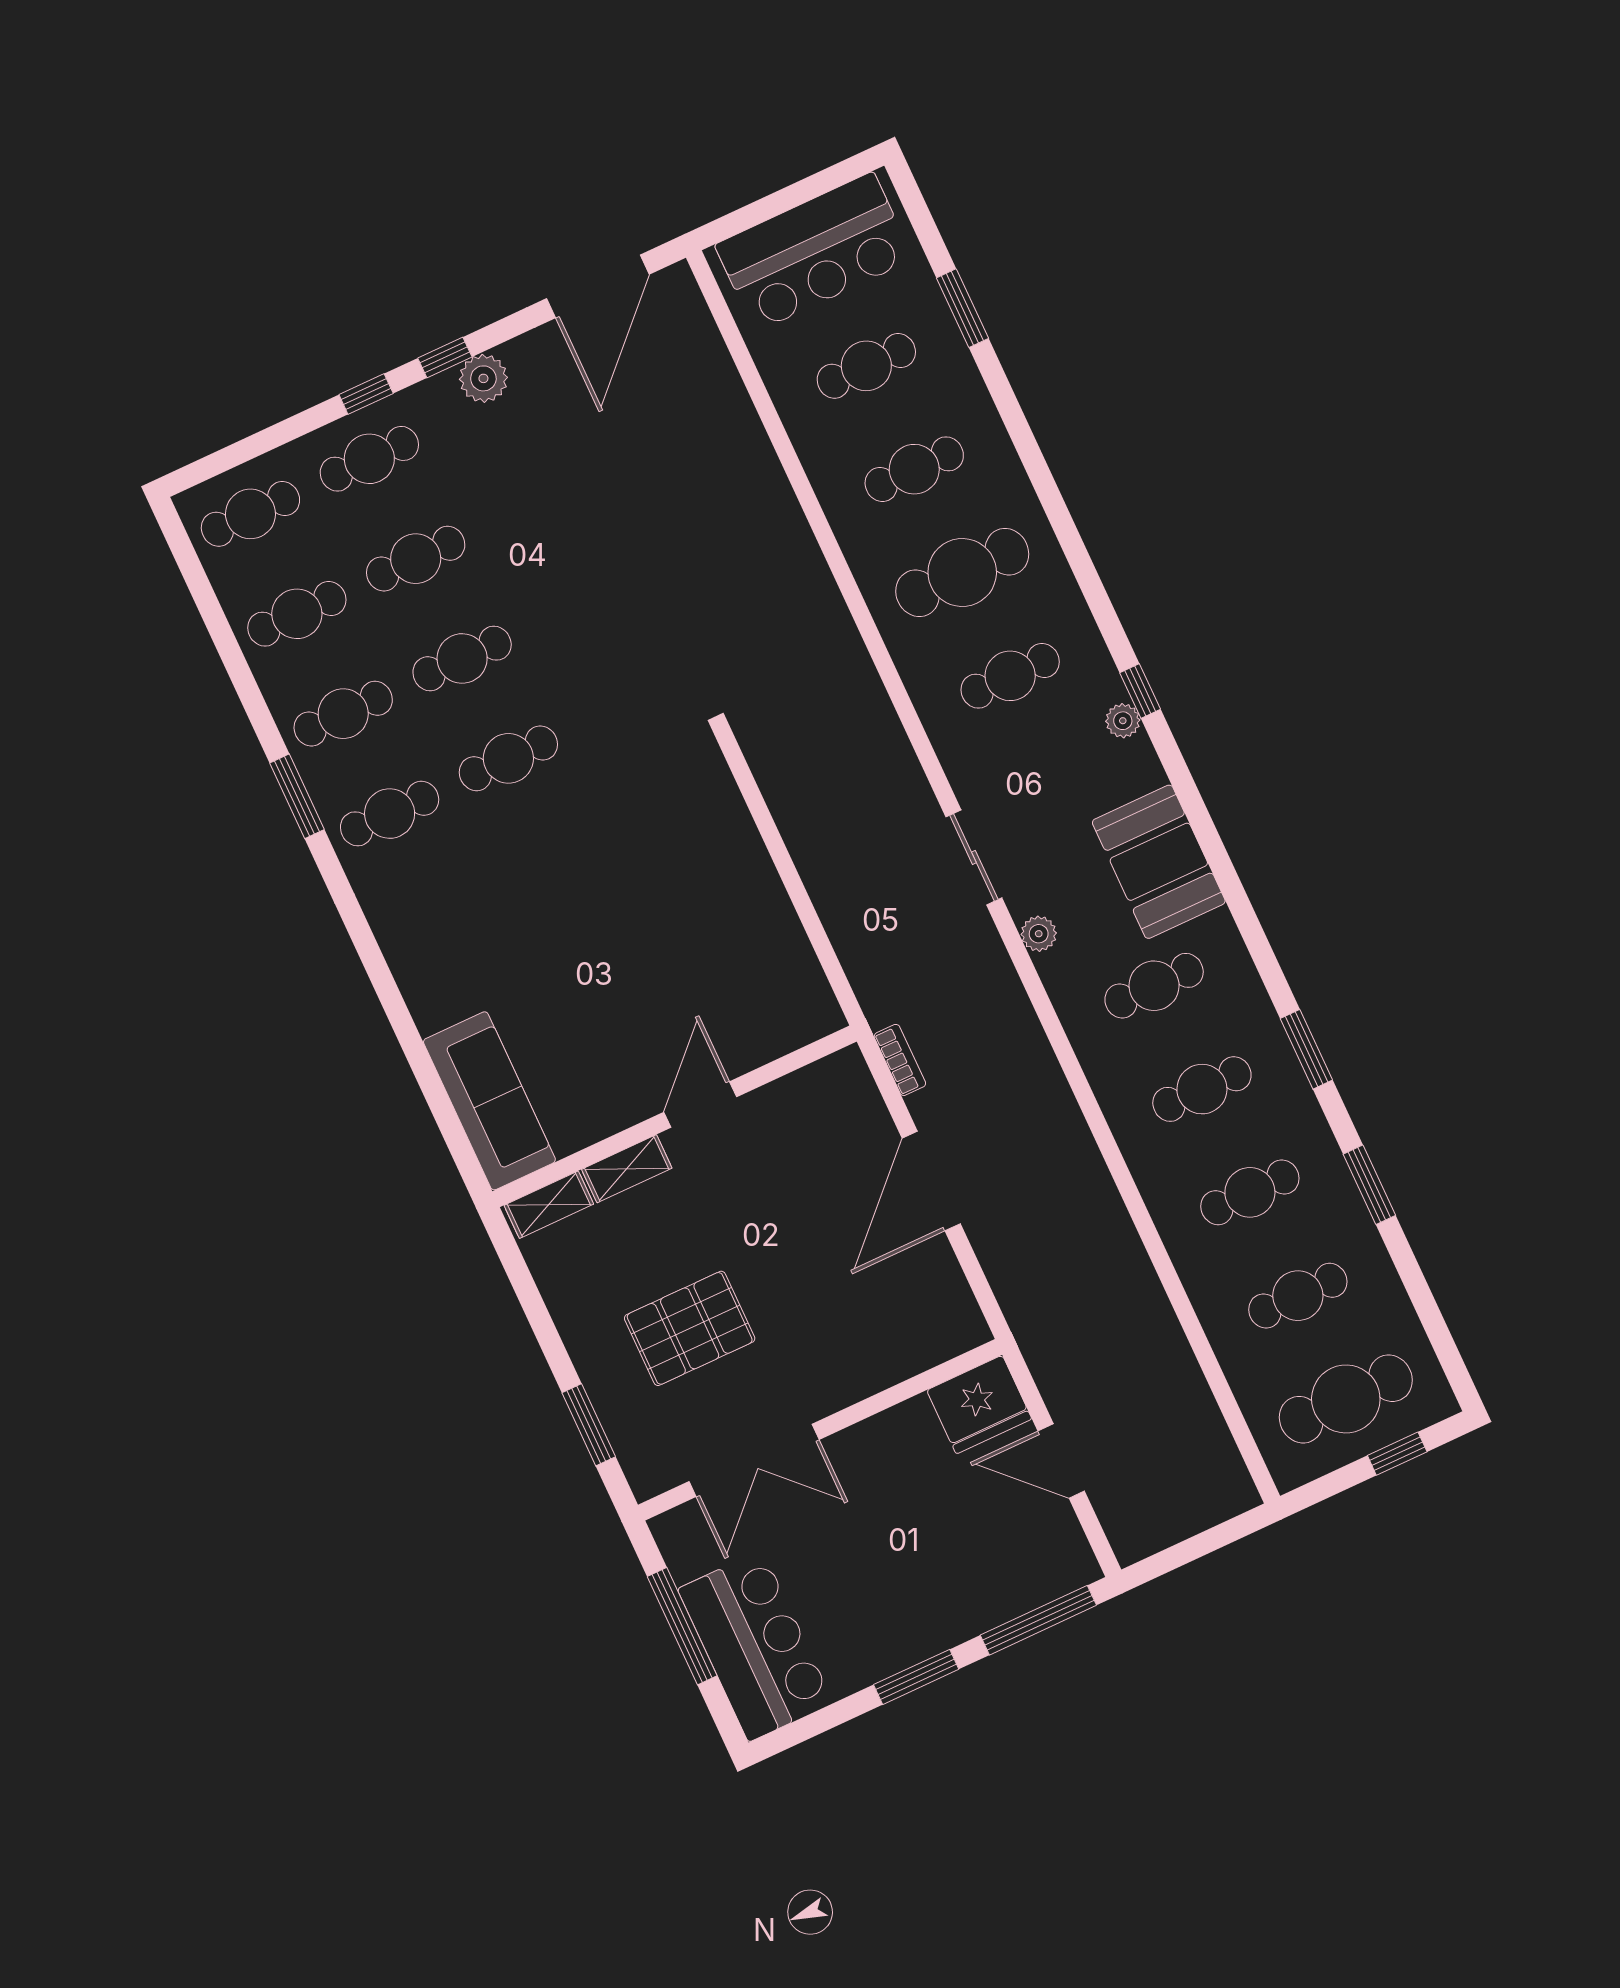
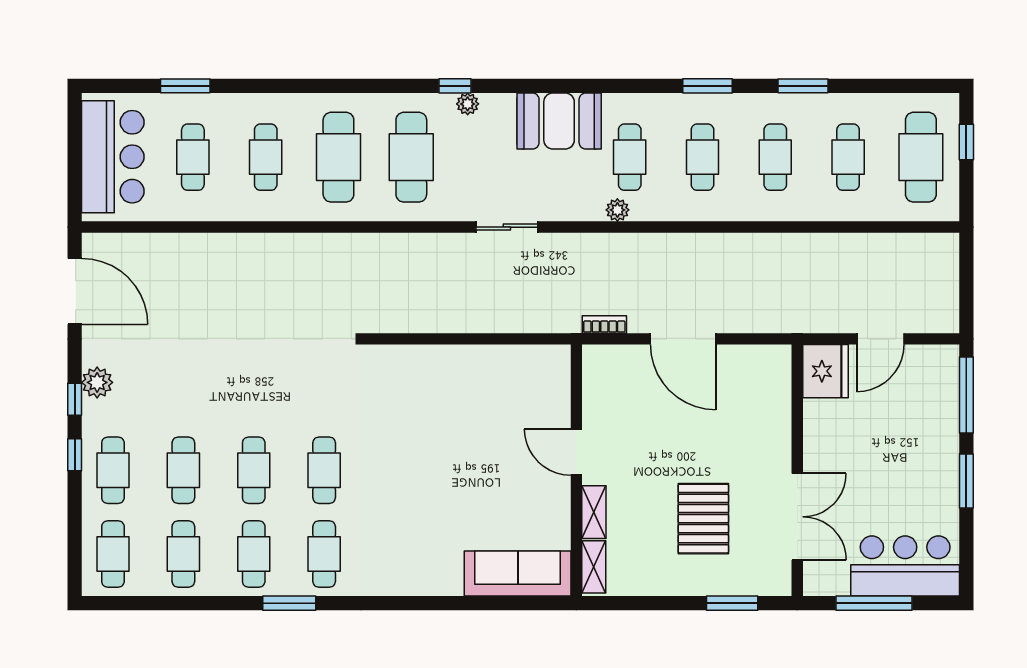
cafe table: (1010, 676) -> (411, 157), width x1.37, depth x1.35
plant: (1039, 934) -> (617, 210), moved

